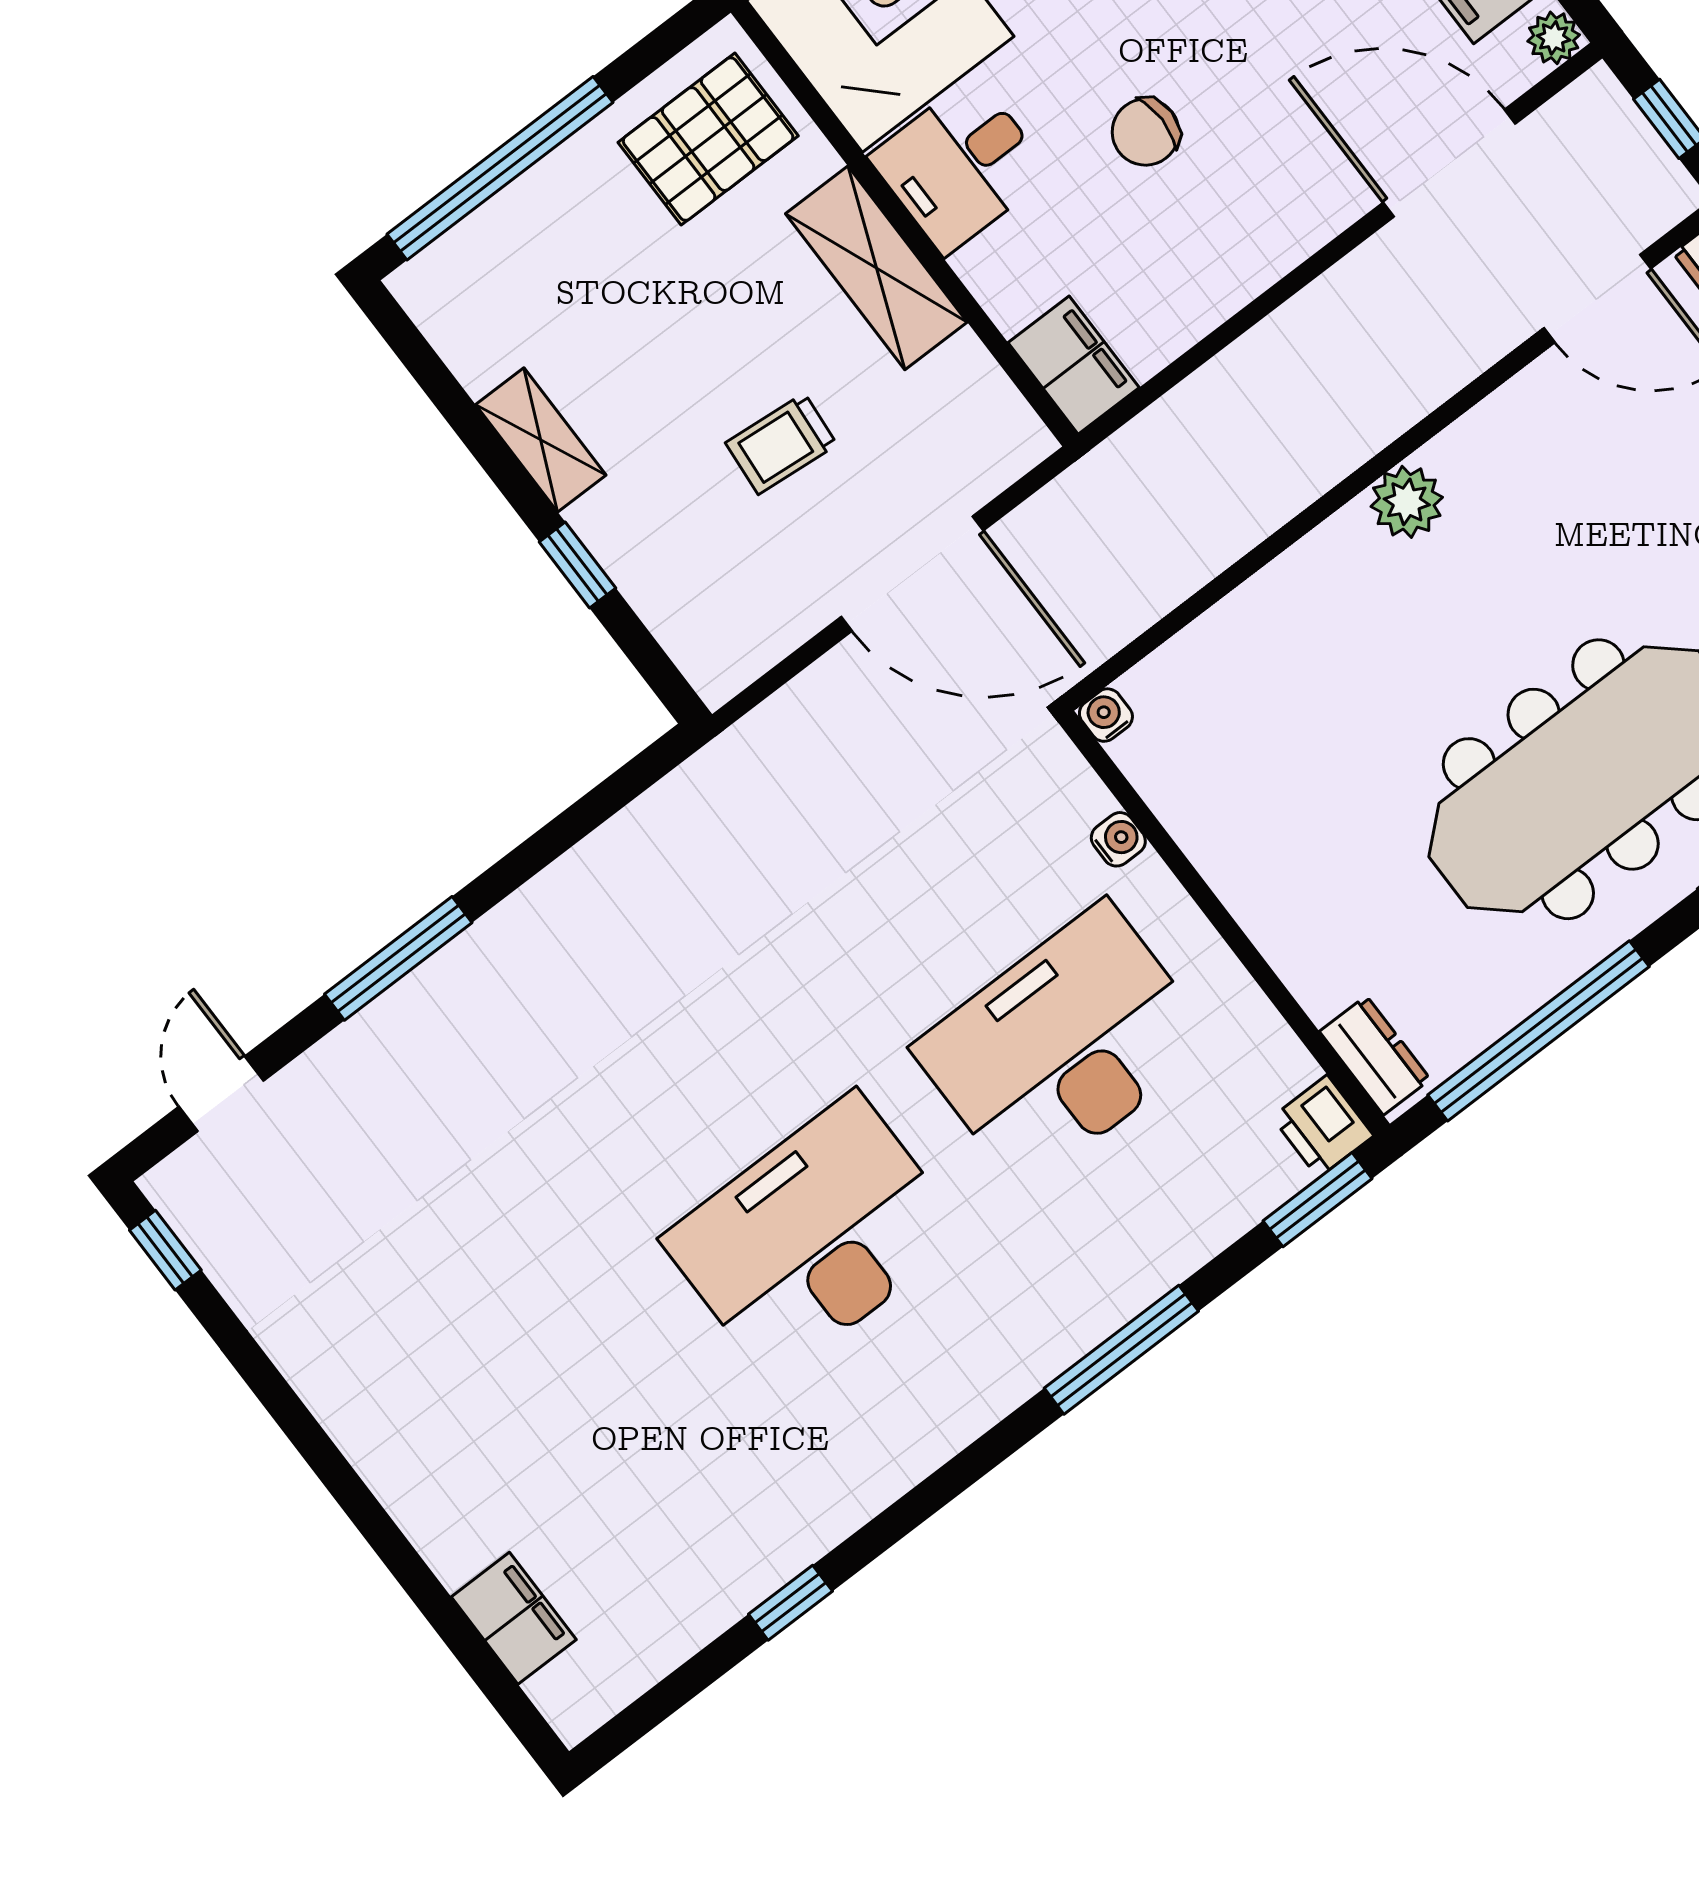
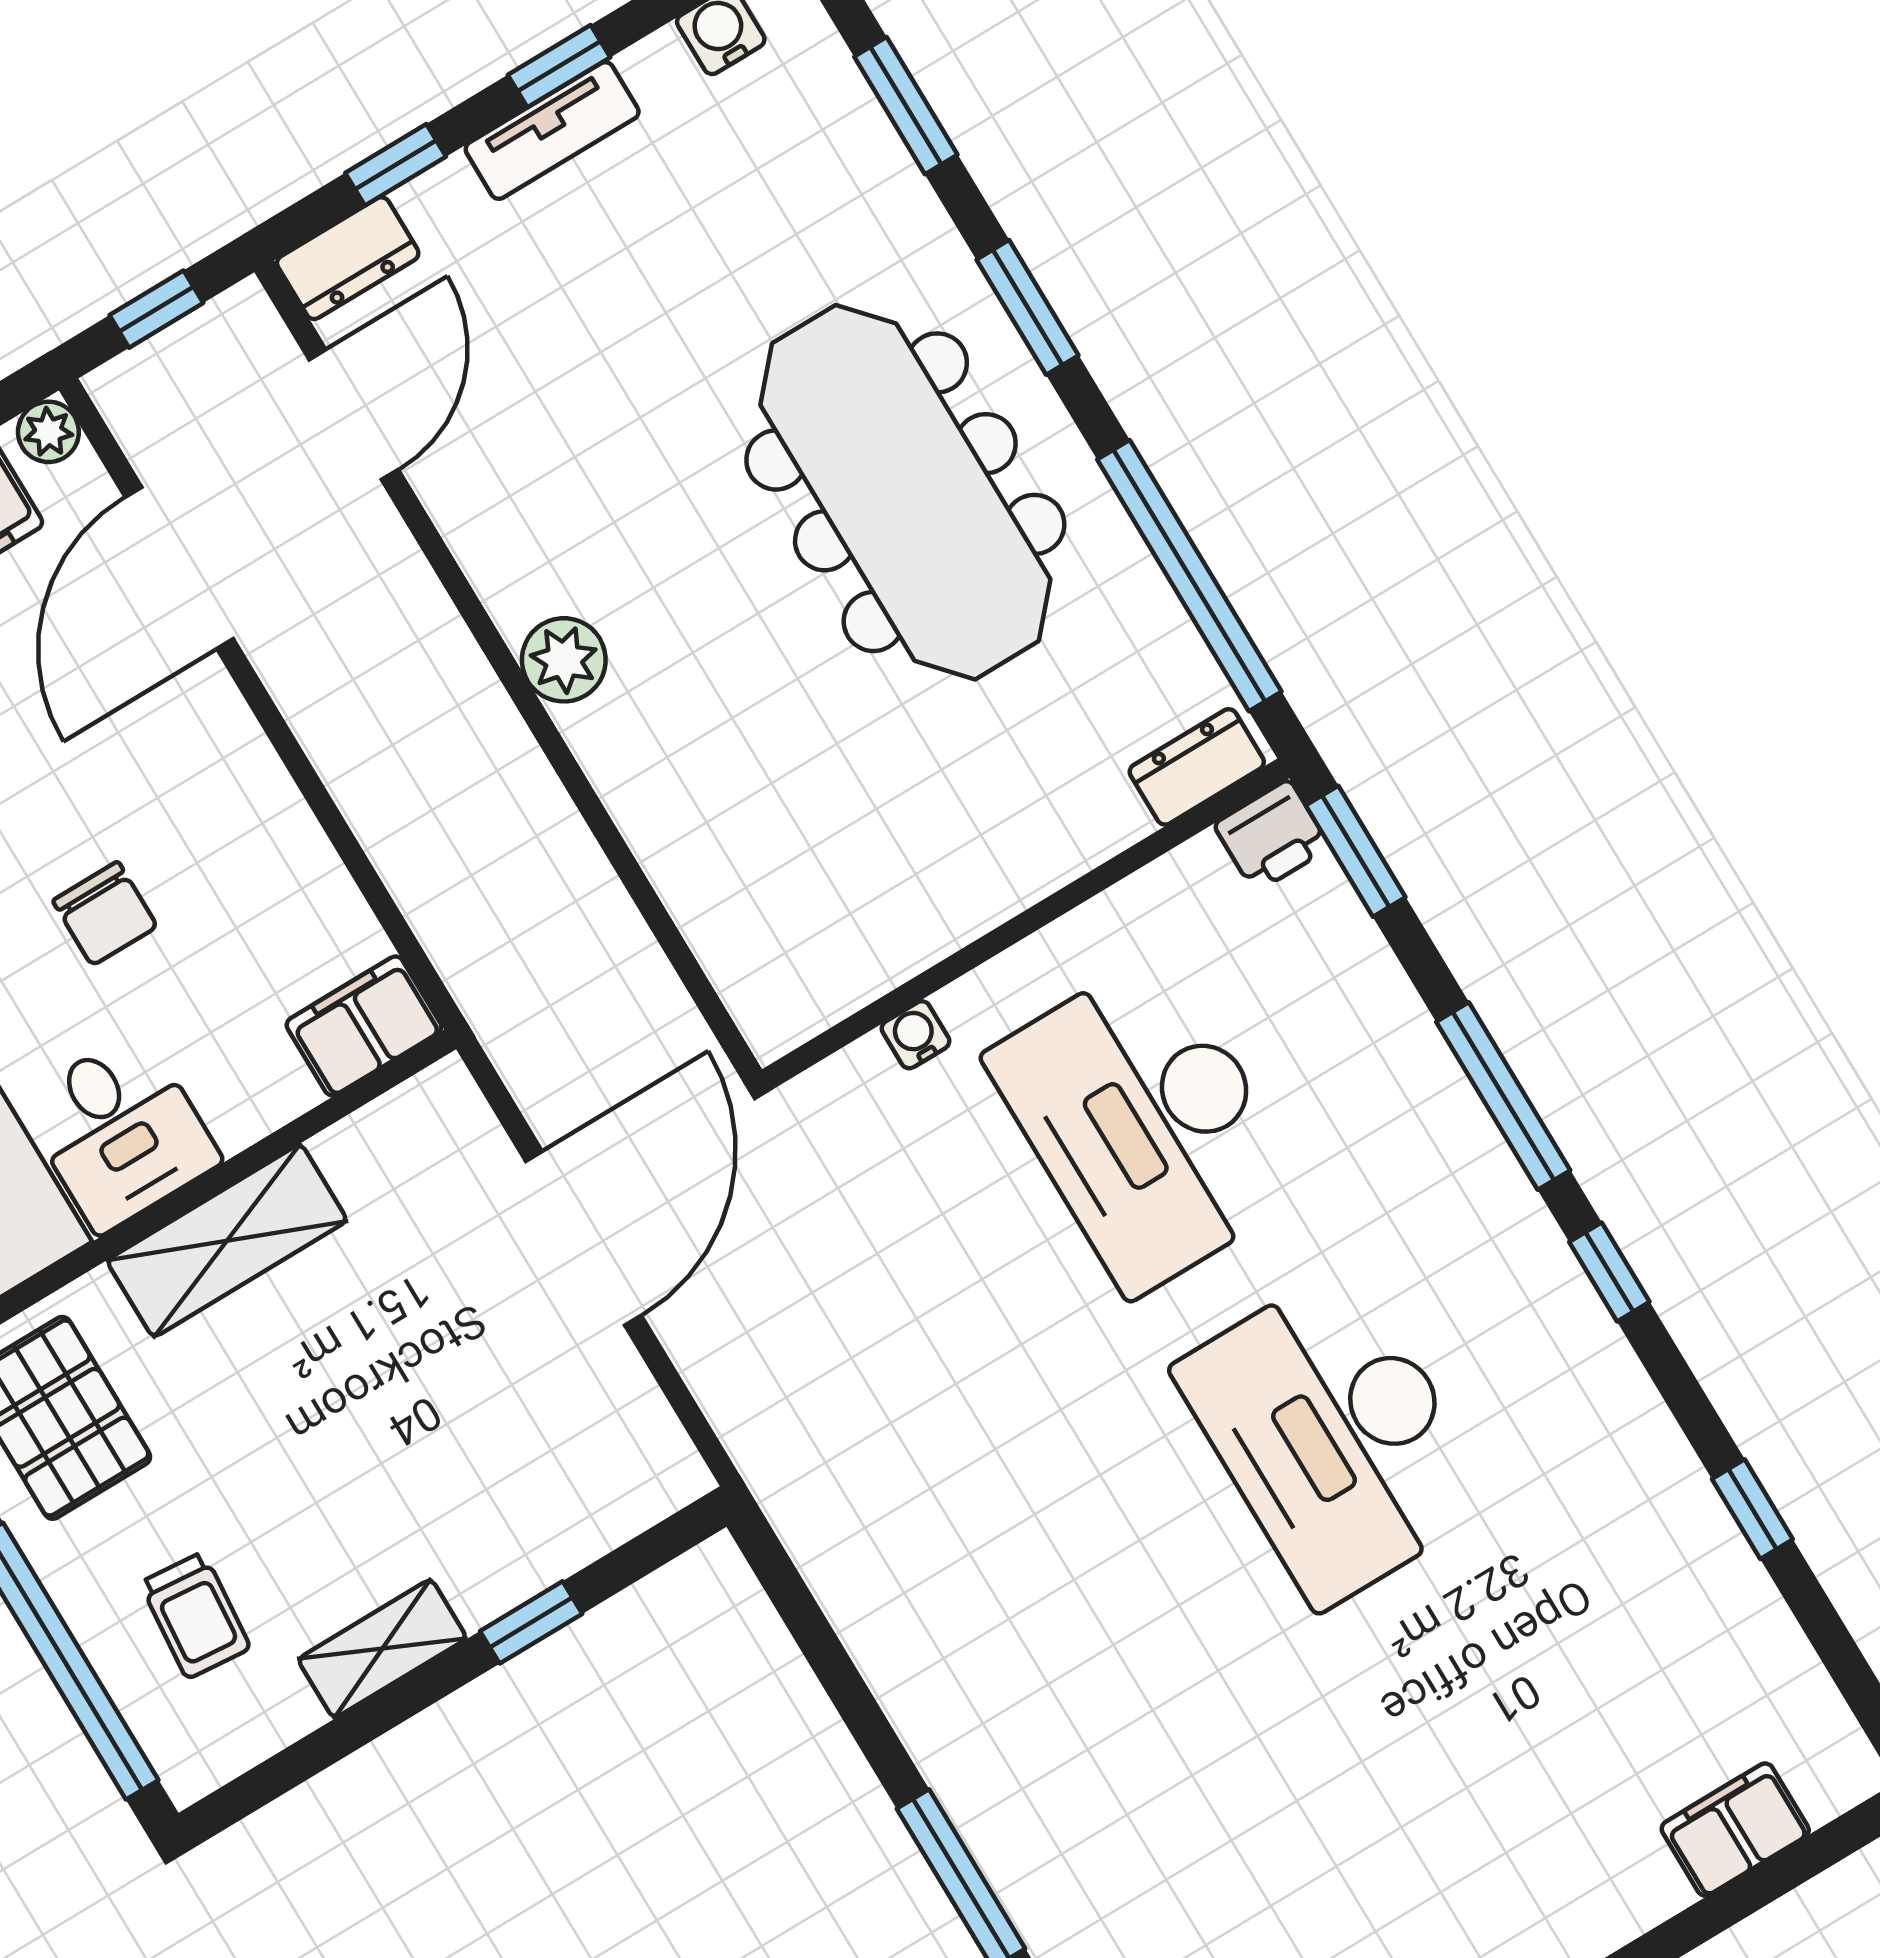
trolley: (781, 444) -> (195, 1615), moved
water cooler: (1106, 715) -> (771, 1033), removed
window: (980, 1457) -> (1609, 1272), added

